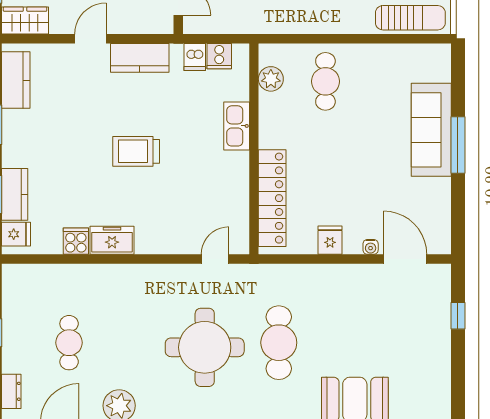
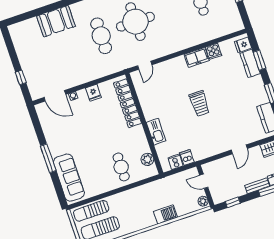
kitchen counter: (140, 58) -> (213, 148), removed
sofa: (431, 130) -> (69, 178), moved
trolley: (136, 151) -> (199, 103), turned 90

